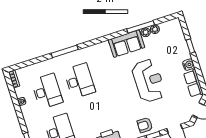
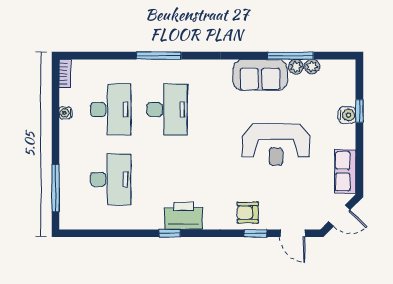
water cooler: (189, 65) -> (347, 115), moved
reception desk: (149, 81) -> (276, 145), turned 90

